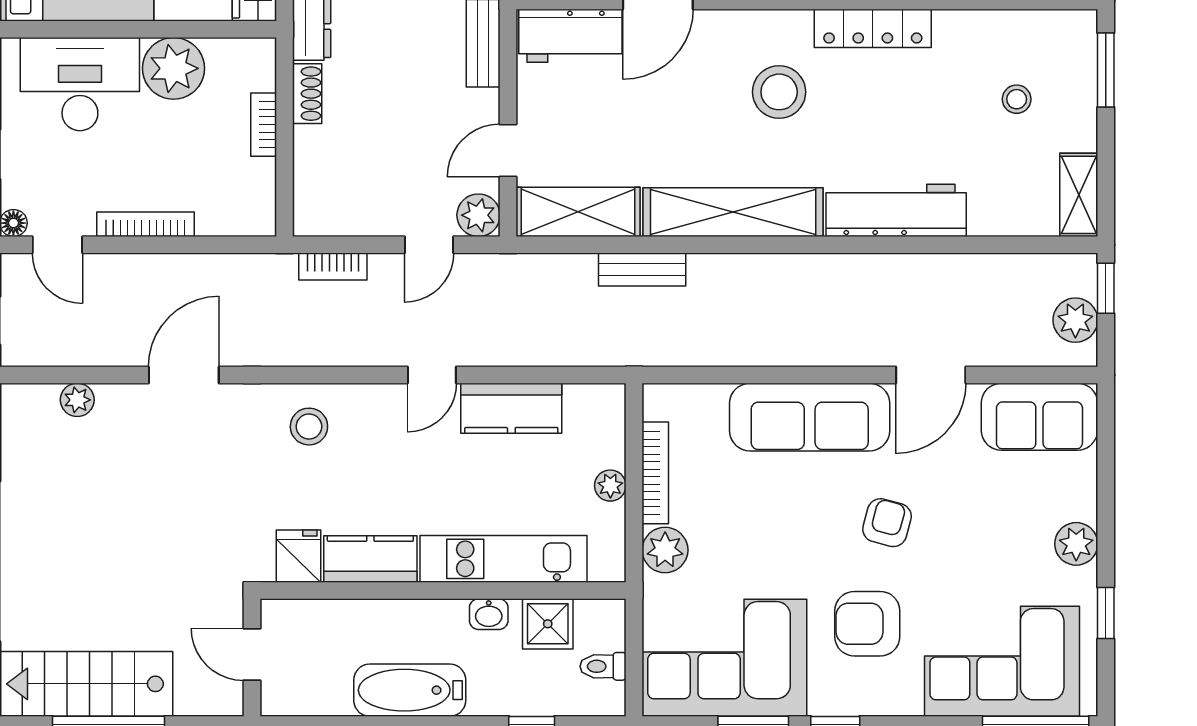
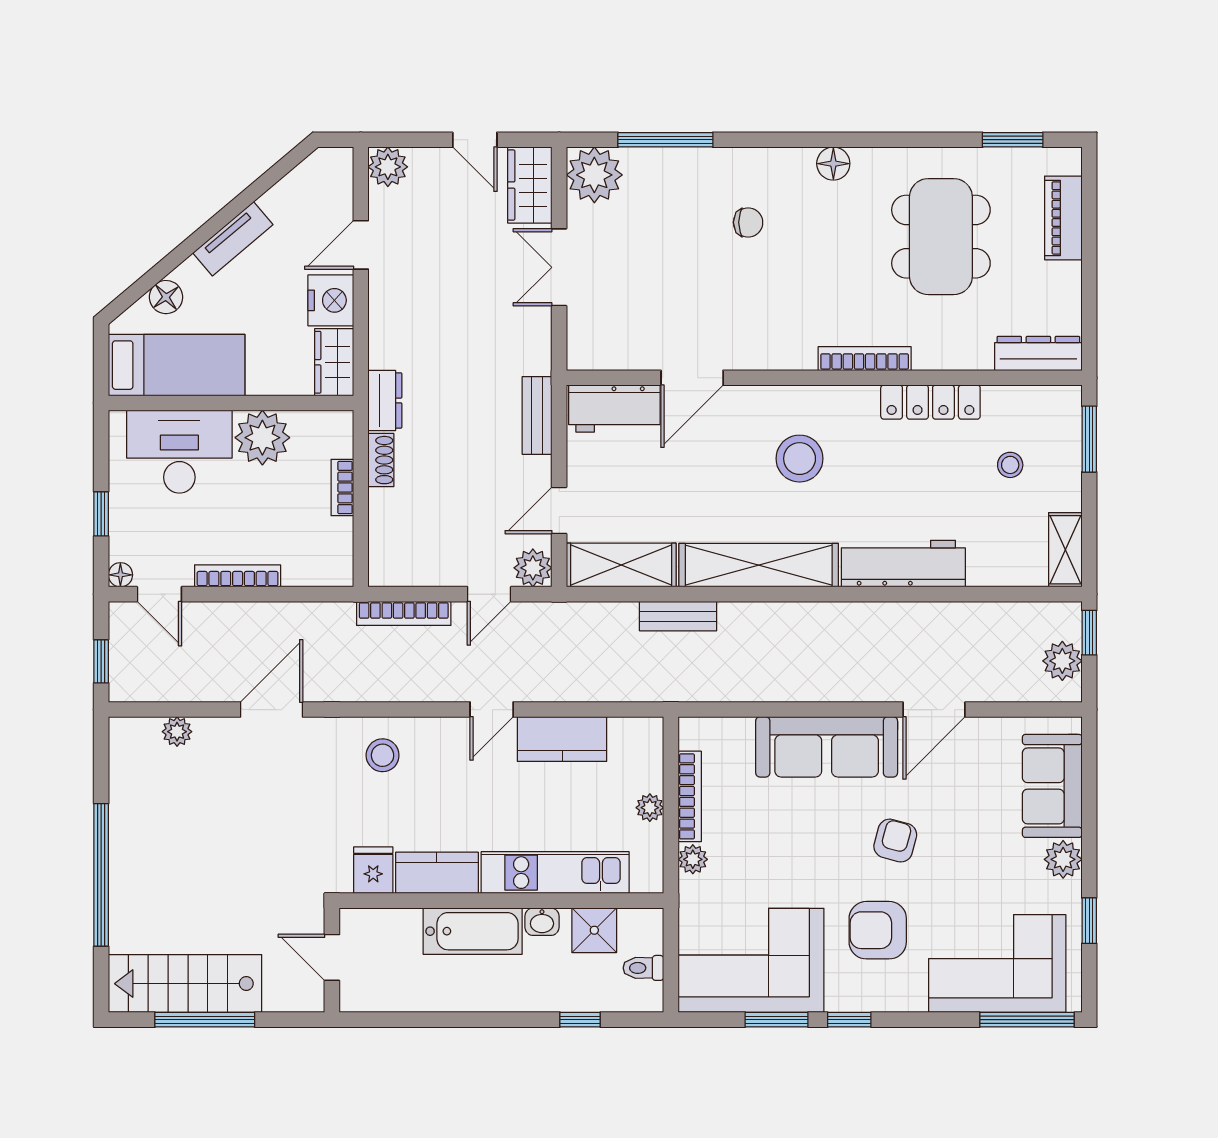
locker: (873, 28) -> (930, 402), moved
bookcase: (333, 267) -> (404, 613), width x1.56
sofa: (1039, 417) -> (1052, 786), moved, turned 90
plant: (665, 550) -> (693, 859), width x0.73, depth x0.73
bathtub: (410, 690) -> (473, 931), moved, turned 180

